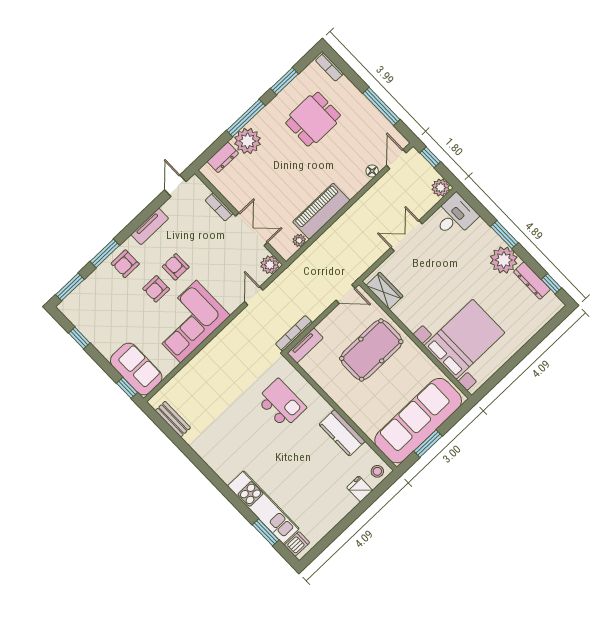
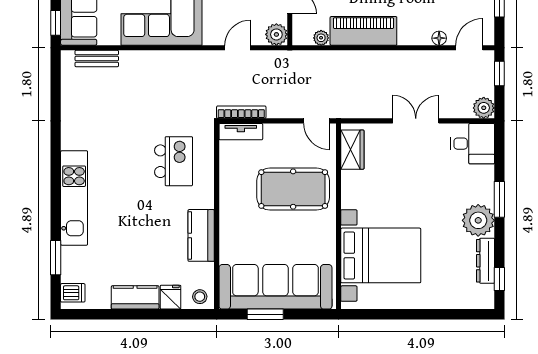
bench: (173, 419) -> (97, 58), moved, turned 90
kitchen unit: (263, 507) -> (74, 198), moved
kitchen counter: (338, 510) -> (135, 297), added

